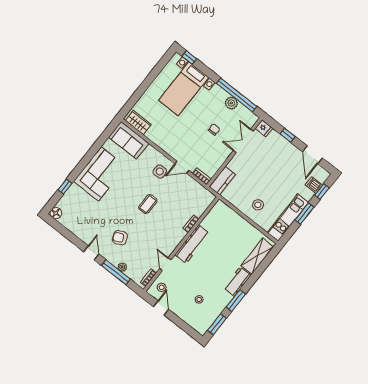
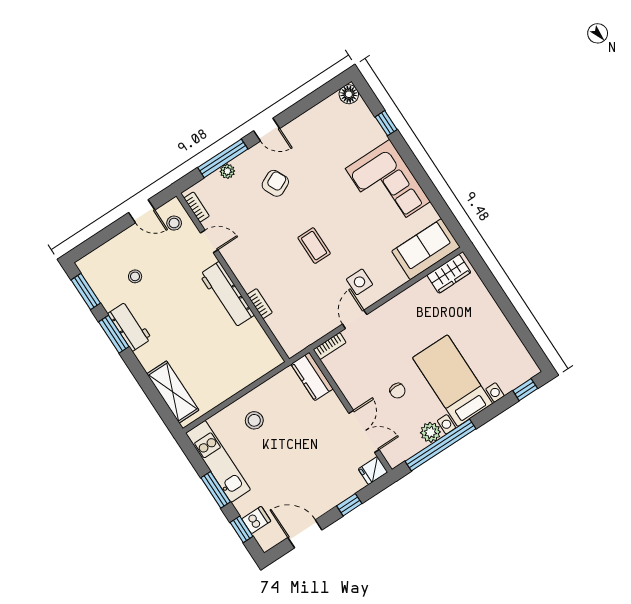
bed with nightstands: (184, 89) -> (453, 381), moved
workbench: (237, 282) -> (130, 326), moved

